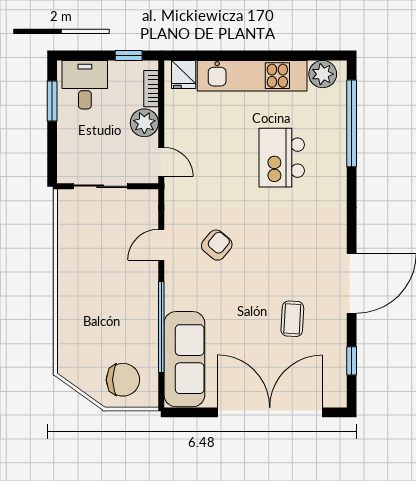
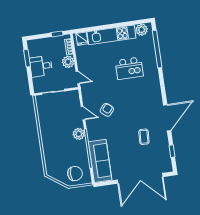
desk: (85, 85) -> (41, 66), moved, turned -90
kitchen island: (282, 158) -> (129, 68), turned -90
door: (161, 245) -> (83, 113), swing flipped
plant: (145, 291) -> (79, 134), added
double door: (270, 412) -> (140, 178), swing flipped

